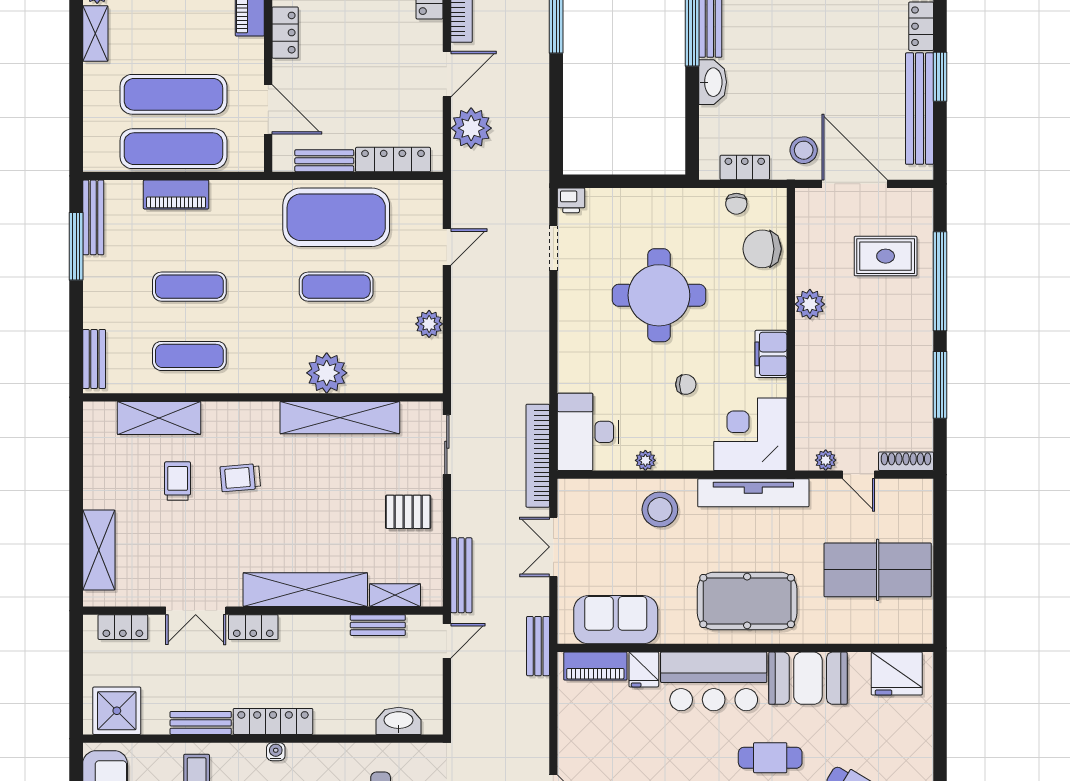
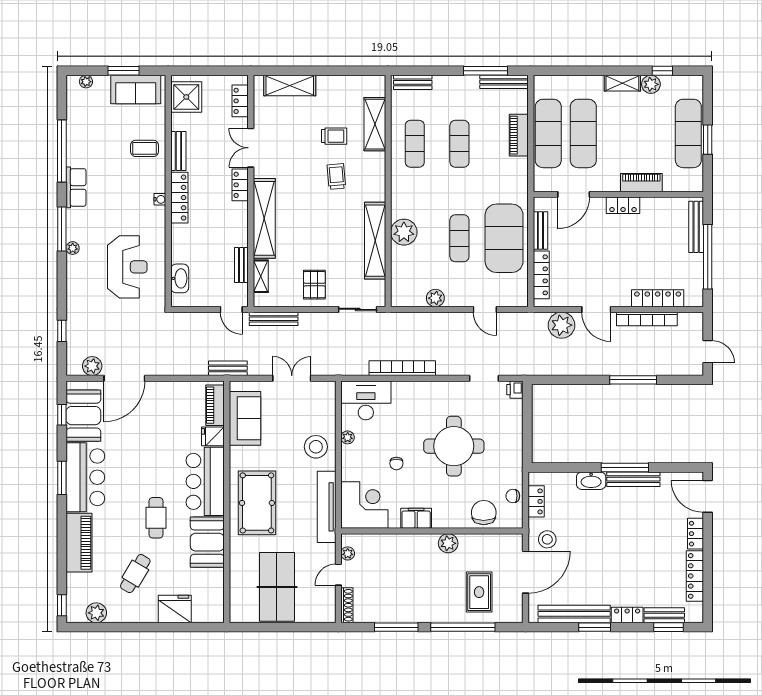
bookcase: (538, 456) -> (402, 368), moved
fridge: (897, 673) -> (175, 609), moved, turned 90

